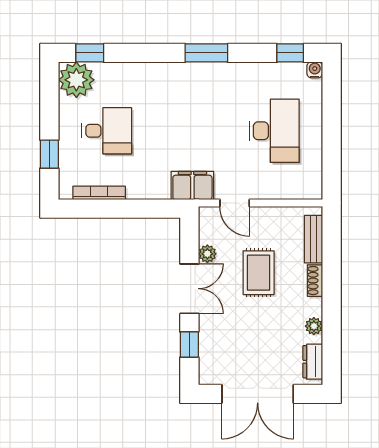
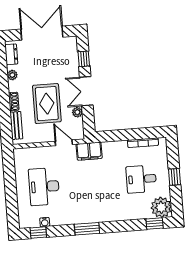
water cooler: (315, 70) -> (45, 222), moved
window: (49, 154) -> (175, 177), moved
rug: (259, 273) -> (47, 104), width x1.36, depth x1.43

